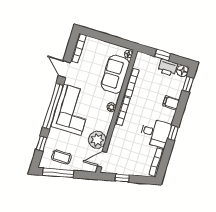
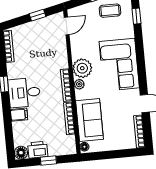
window: (188, 84) -> (9, 141), removed
window: (53, 106) -> (141, 60), removed
desk: (155, 133) -> (24, 93), moved
plant: (97, 140) -> (82, 68), moved

